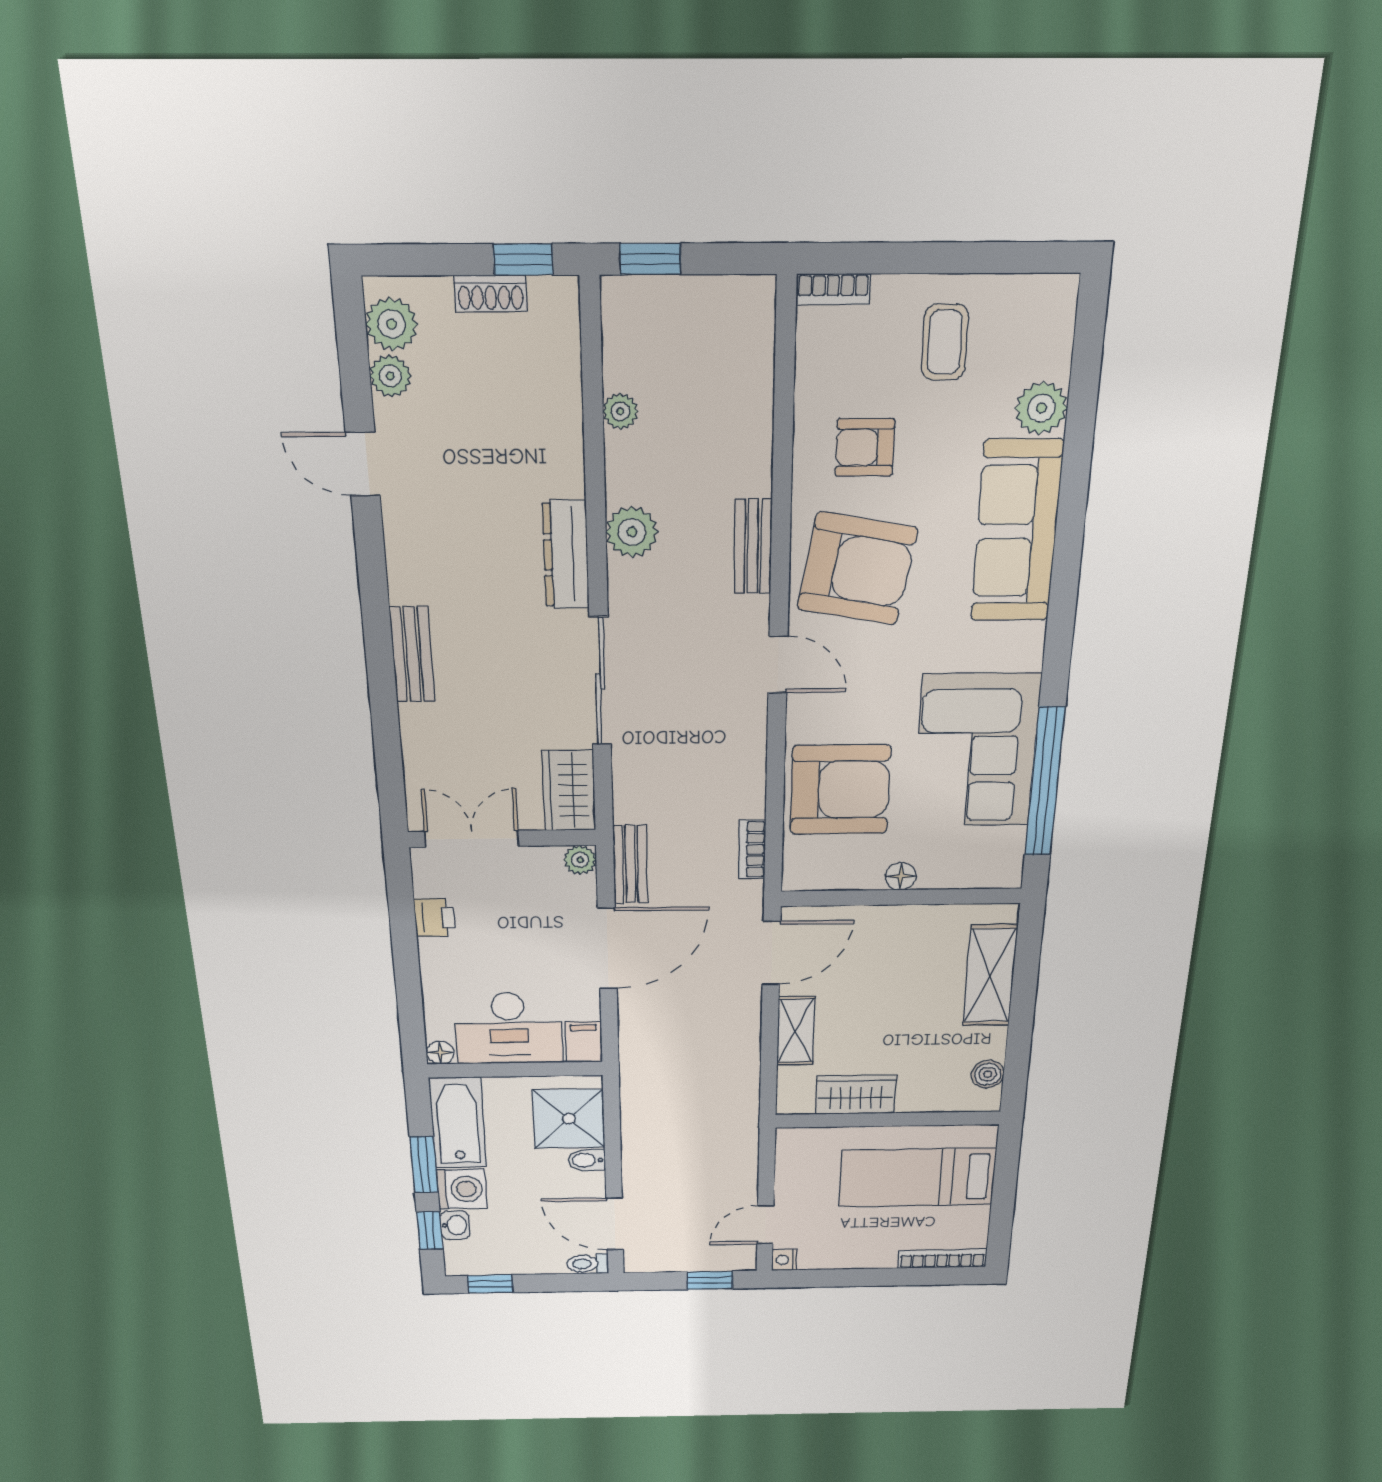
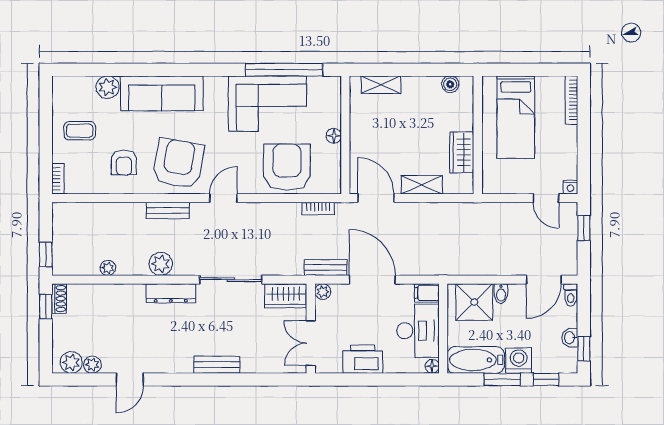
shoe rack: (490, 293) -> (59, 299), moved
printer: (435, 918) -> (363, 359), width x1.87, depth x1.48
shelving: (990, 976) -> (381, 85), width x0.67, depth x0.75
washbasin: (455, 1225) -> (570, 338), moved, turned -90

